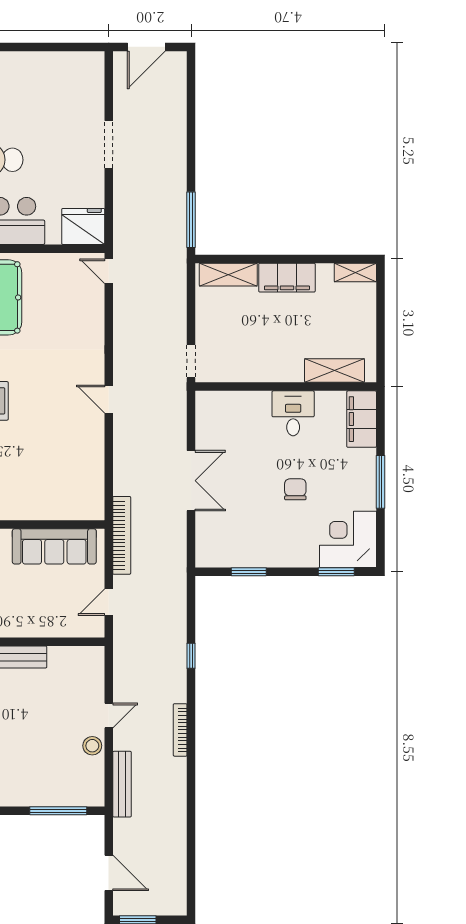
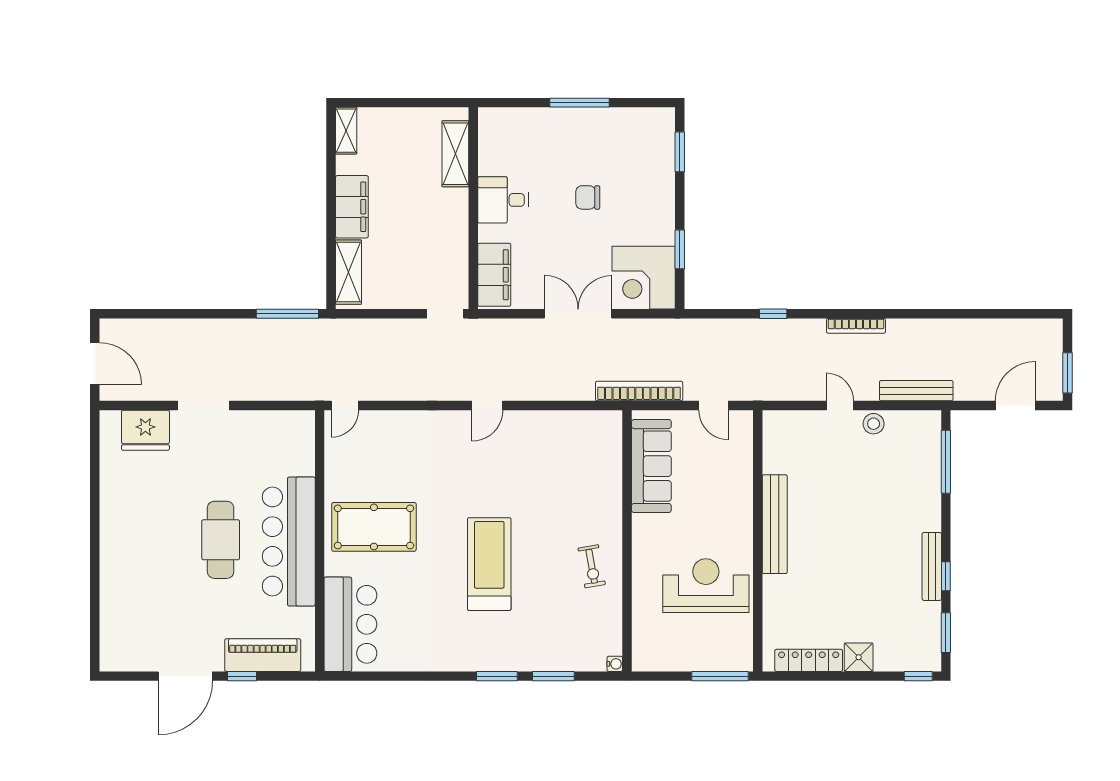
fridge: (83, 226) -> (145, 430), moved, turned -90
filing cabinet: (362, 419) -> (494, 275), moved, turned -90
corner desk: (348, 539) -> (644, 278), moved

